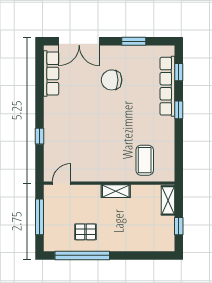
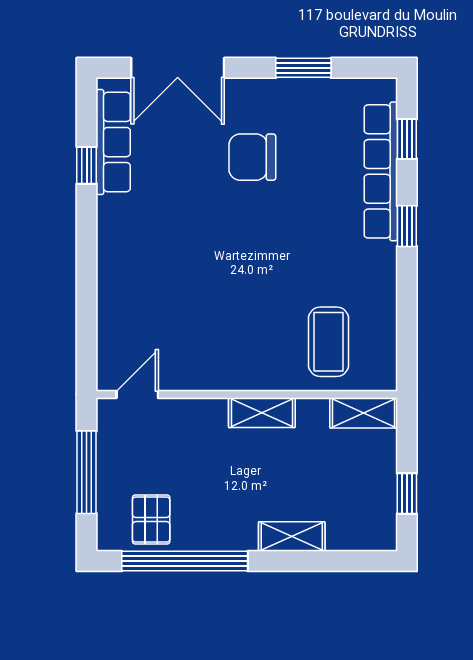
window: (40, 136) -> (87, 165), moved
shelving: (168, 200) -> (364, 413), moved, turned 90
pallet: (85, 232) -> (151, 520), moved, turned 90
shelving: (129, 245) -> (292, 537), added

